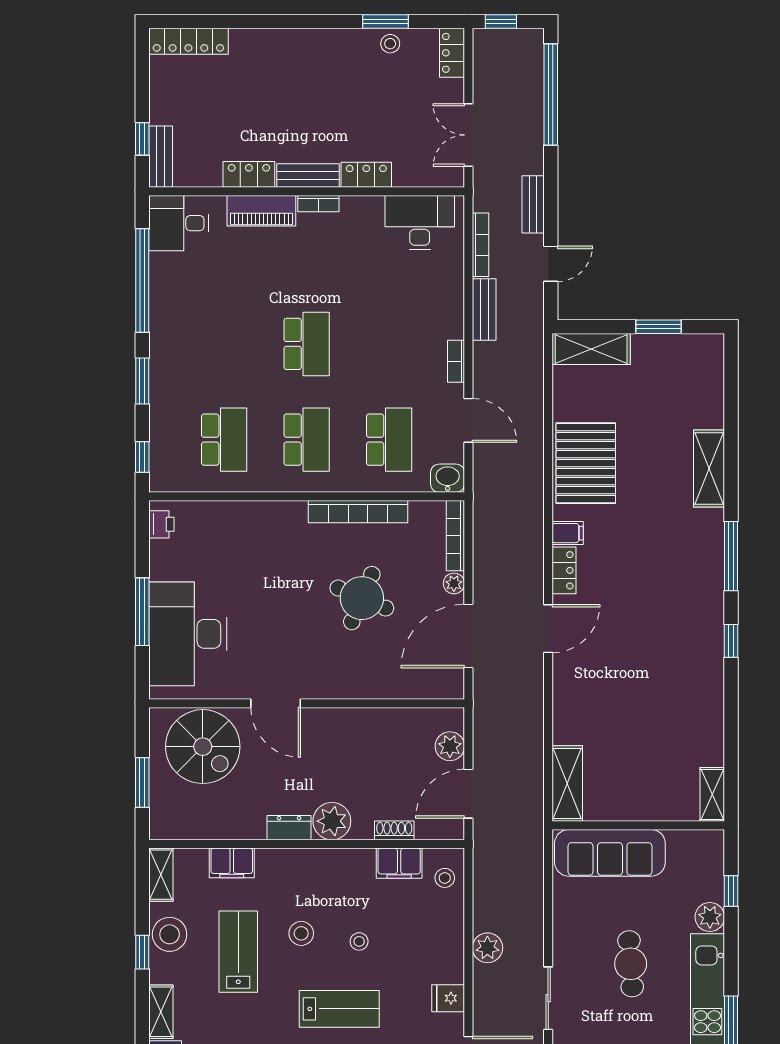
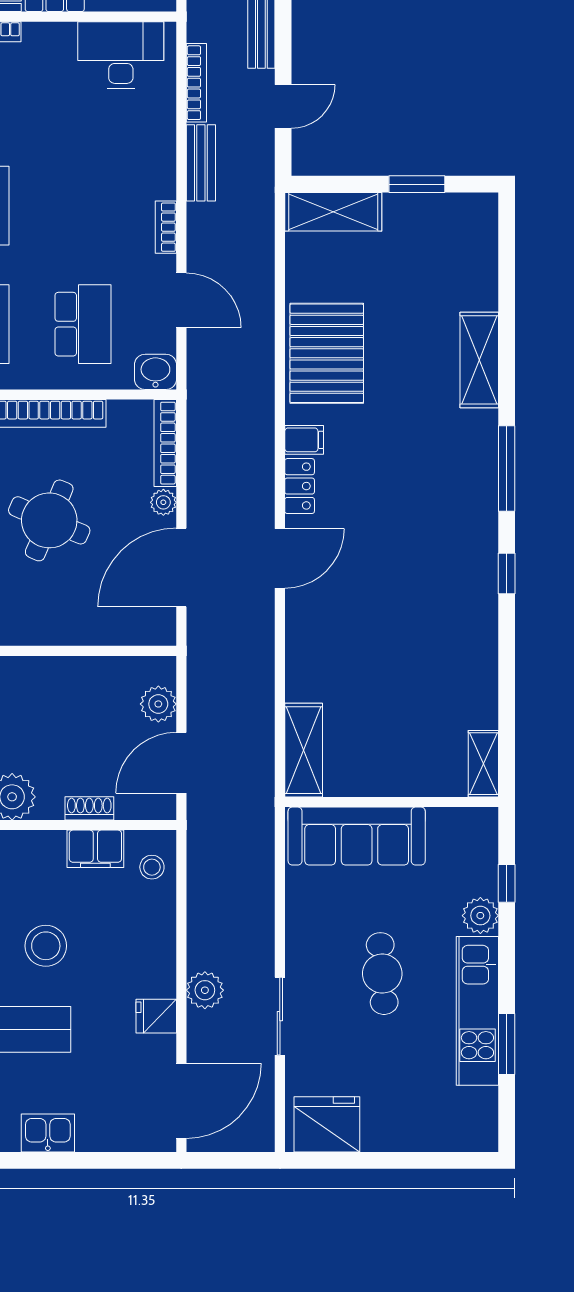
stool: (359, 941) -> (46, 946), width x1.89, depth x1.89
plant: (487, 948) -> (205, 990), moved

